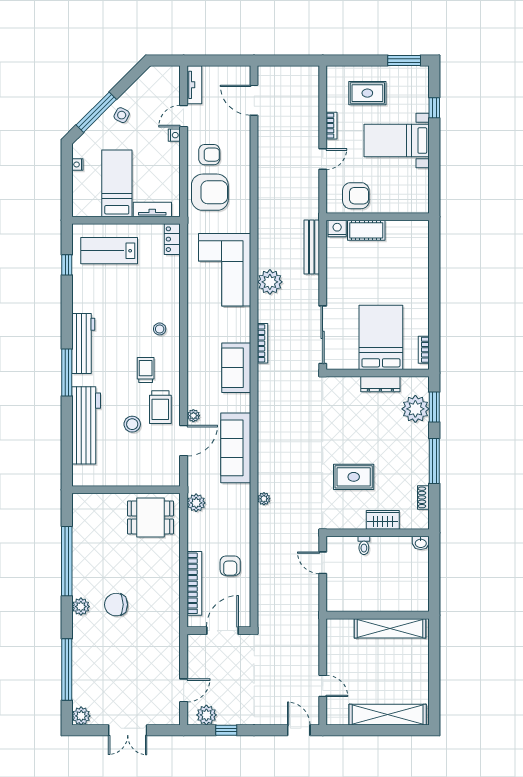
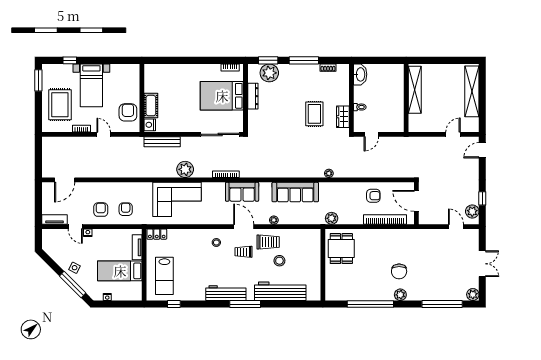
rug: (367, 93) -> (60, 105), width x1.36, depth x1.43
armchair: (210, 192) -> (126, 209), width x0.53, depth x0.53
door: (184, 441) -> (244, 227), moved
wardrobe: (383, 520) -> (343, 117), moved
washbasin: (421, 543) -> (360, 74), width x1.91, depth x1.45

